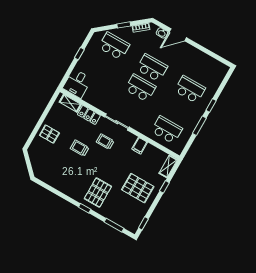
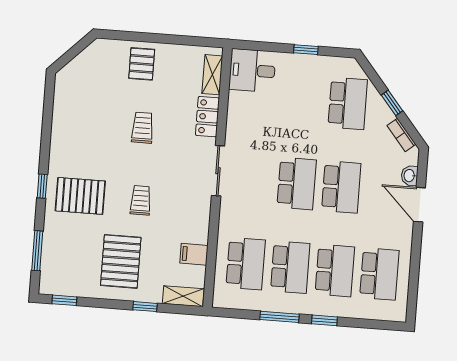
school desk: (201, 69) -> (379, 274), added
school desk: (178, 110) -> (290, 267), added
trolley: (105, 142) -> (141, 200), moved
filing cabinet: (140, 146) -> (194, 254), moved

